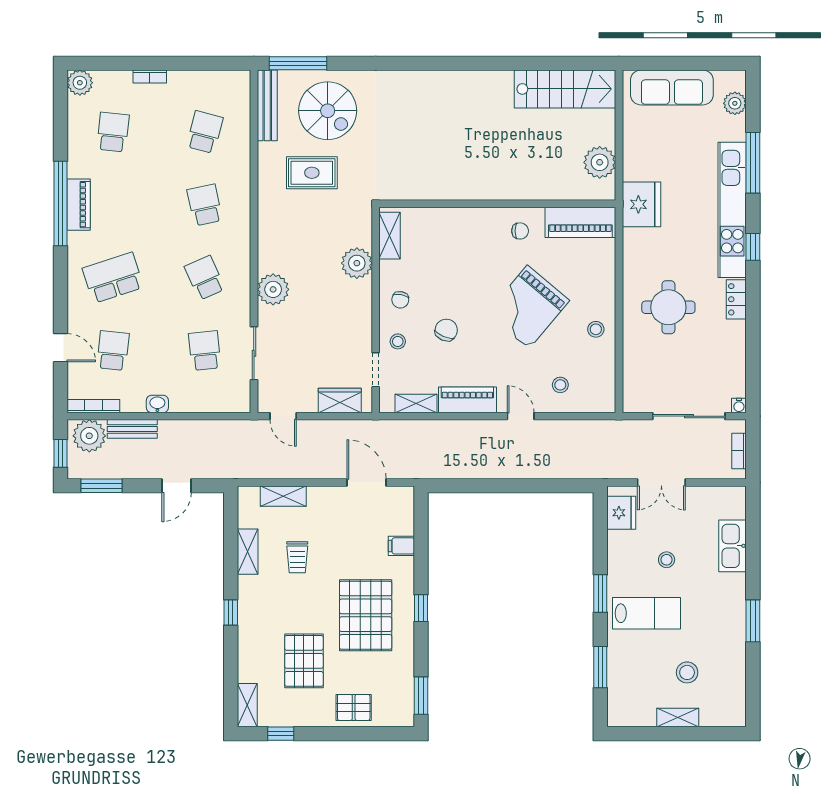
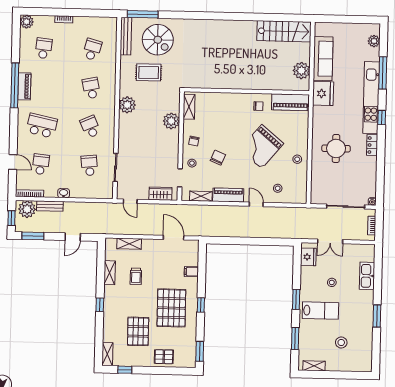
sofa: (672, 87) -> (323, 59), moved, turned -90
school desk: (113, 278) -> (42, 126), turned 30
plant: (273, 289) -> (127, 105), moved
shelving: (678, 718) -> (314, 366), moved

